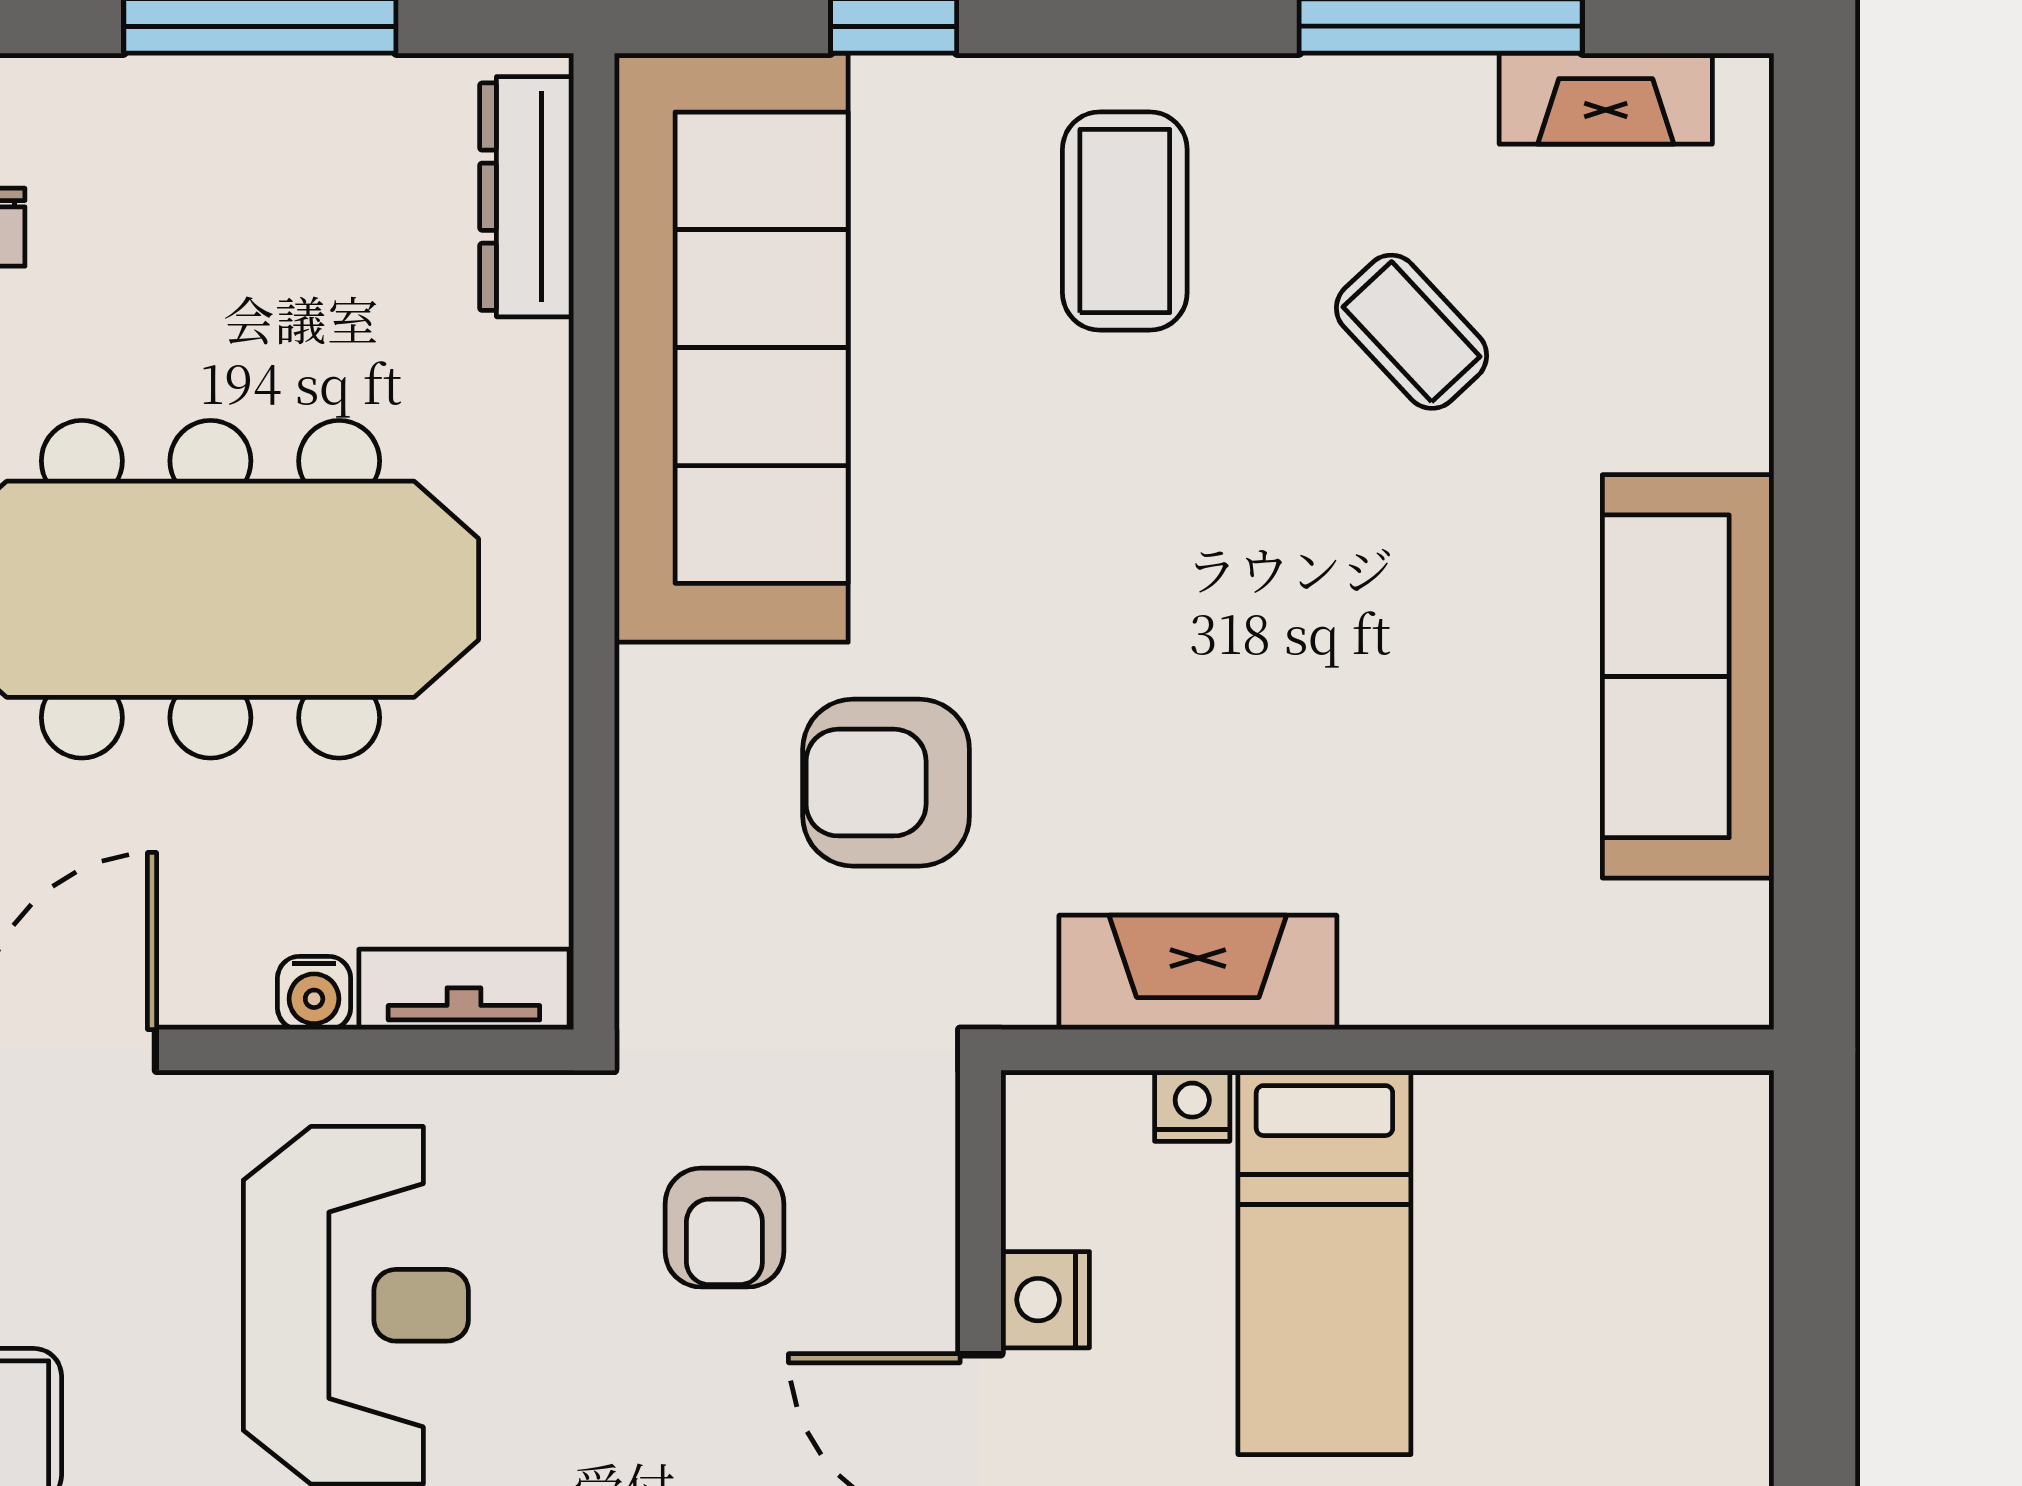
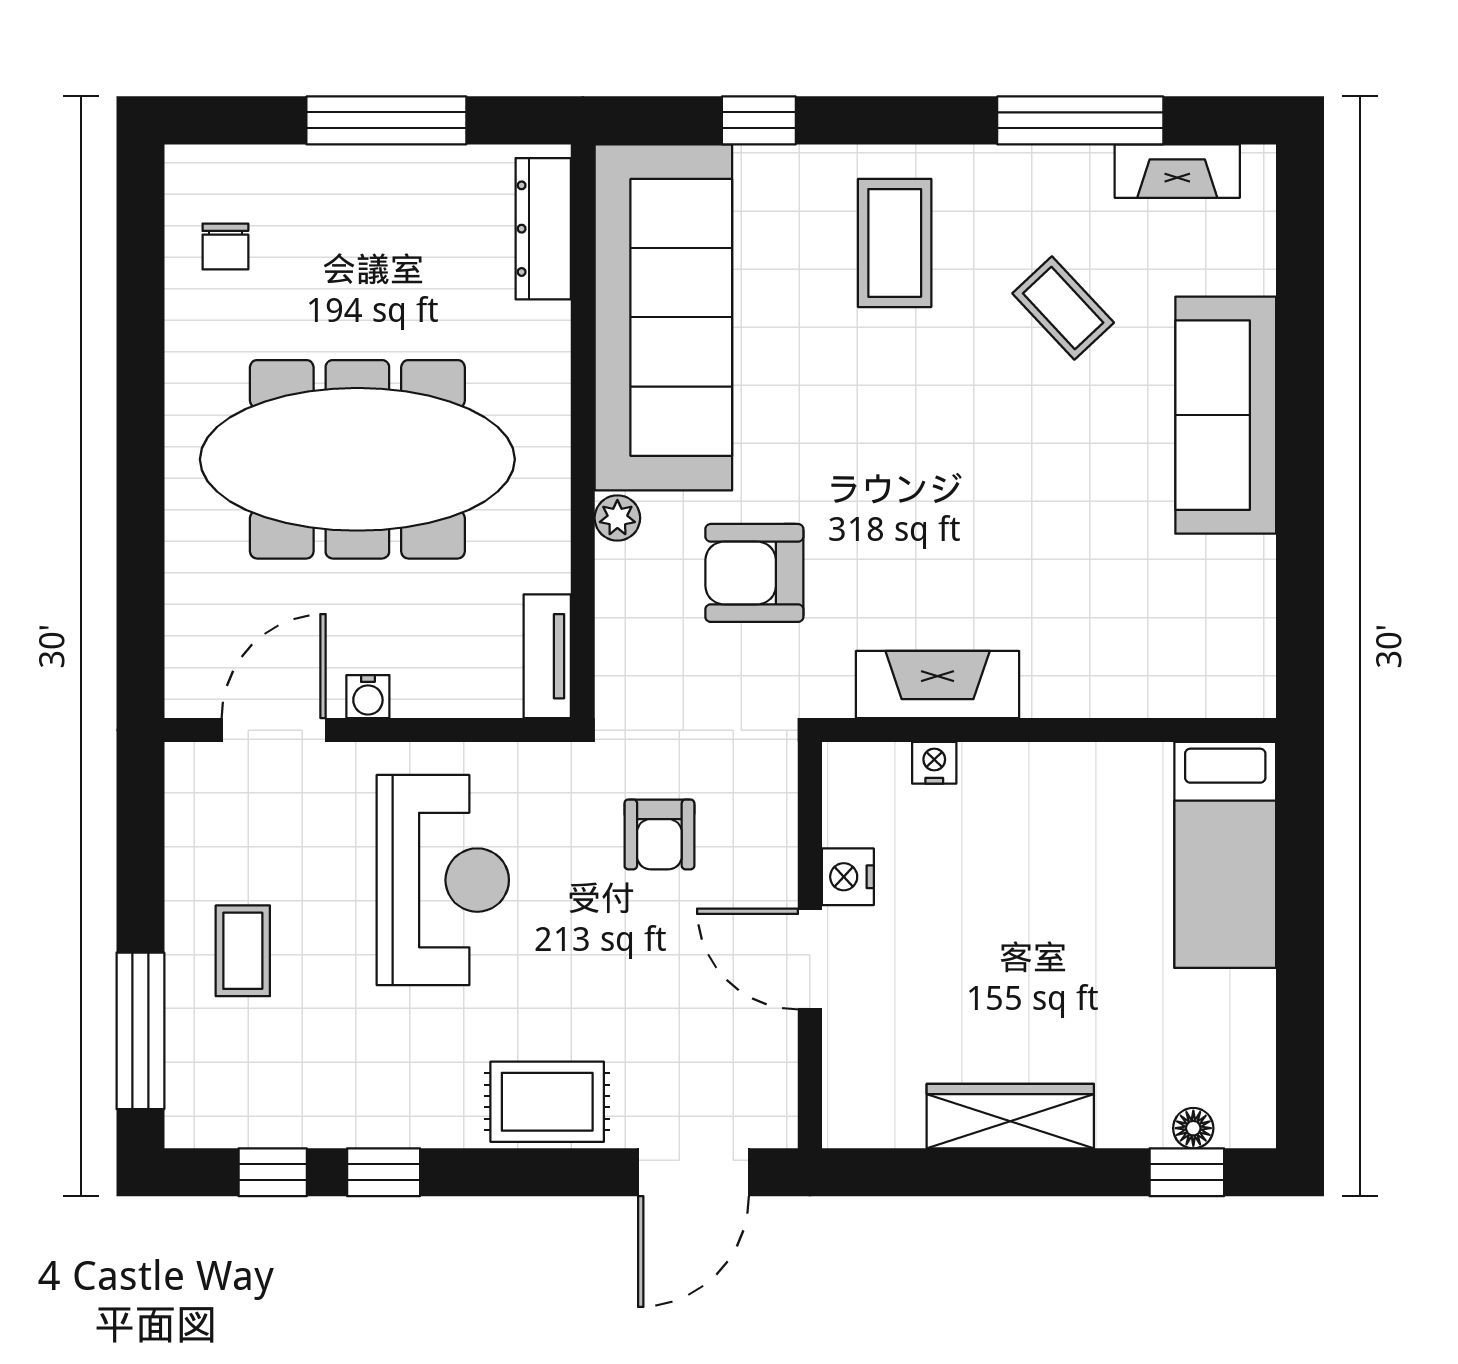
sofa: (1688, 676) -> (1226, 415), moved
plant: (653, 689) -> (617, 518), added
tv unit: (464, 989) -> (547, 656), moved, turned -90
water cooler: (314, 993) -> (368, 697), moved
bed: (1324, 1262) -> (1225, 855), moved

